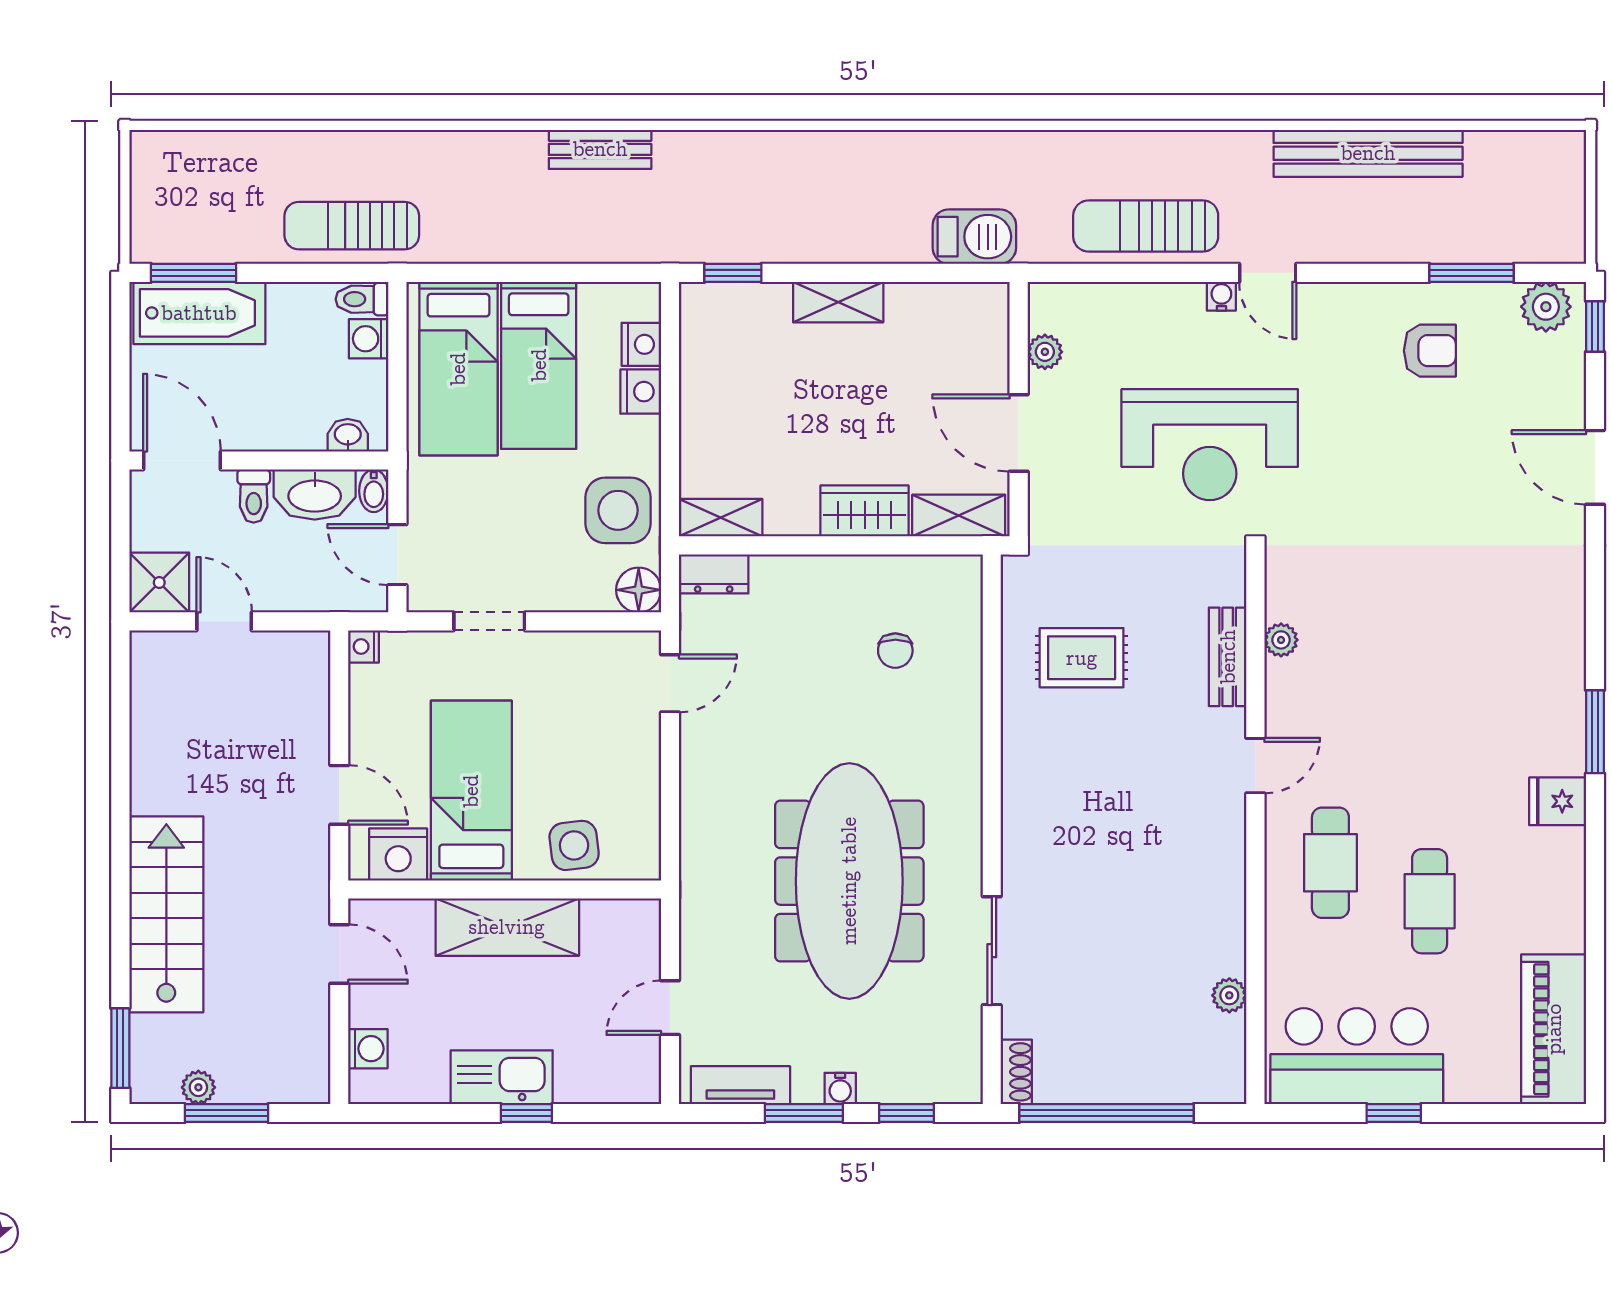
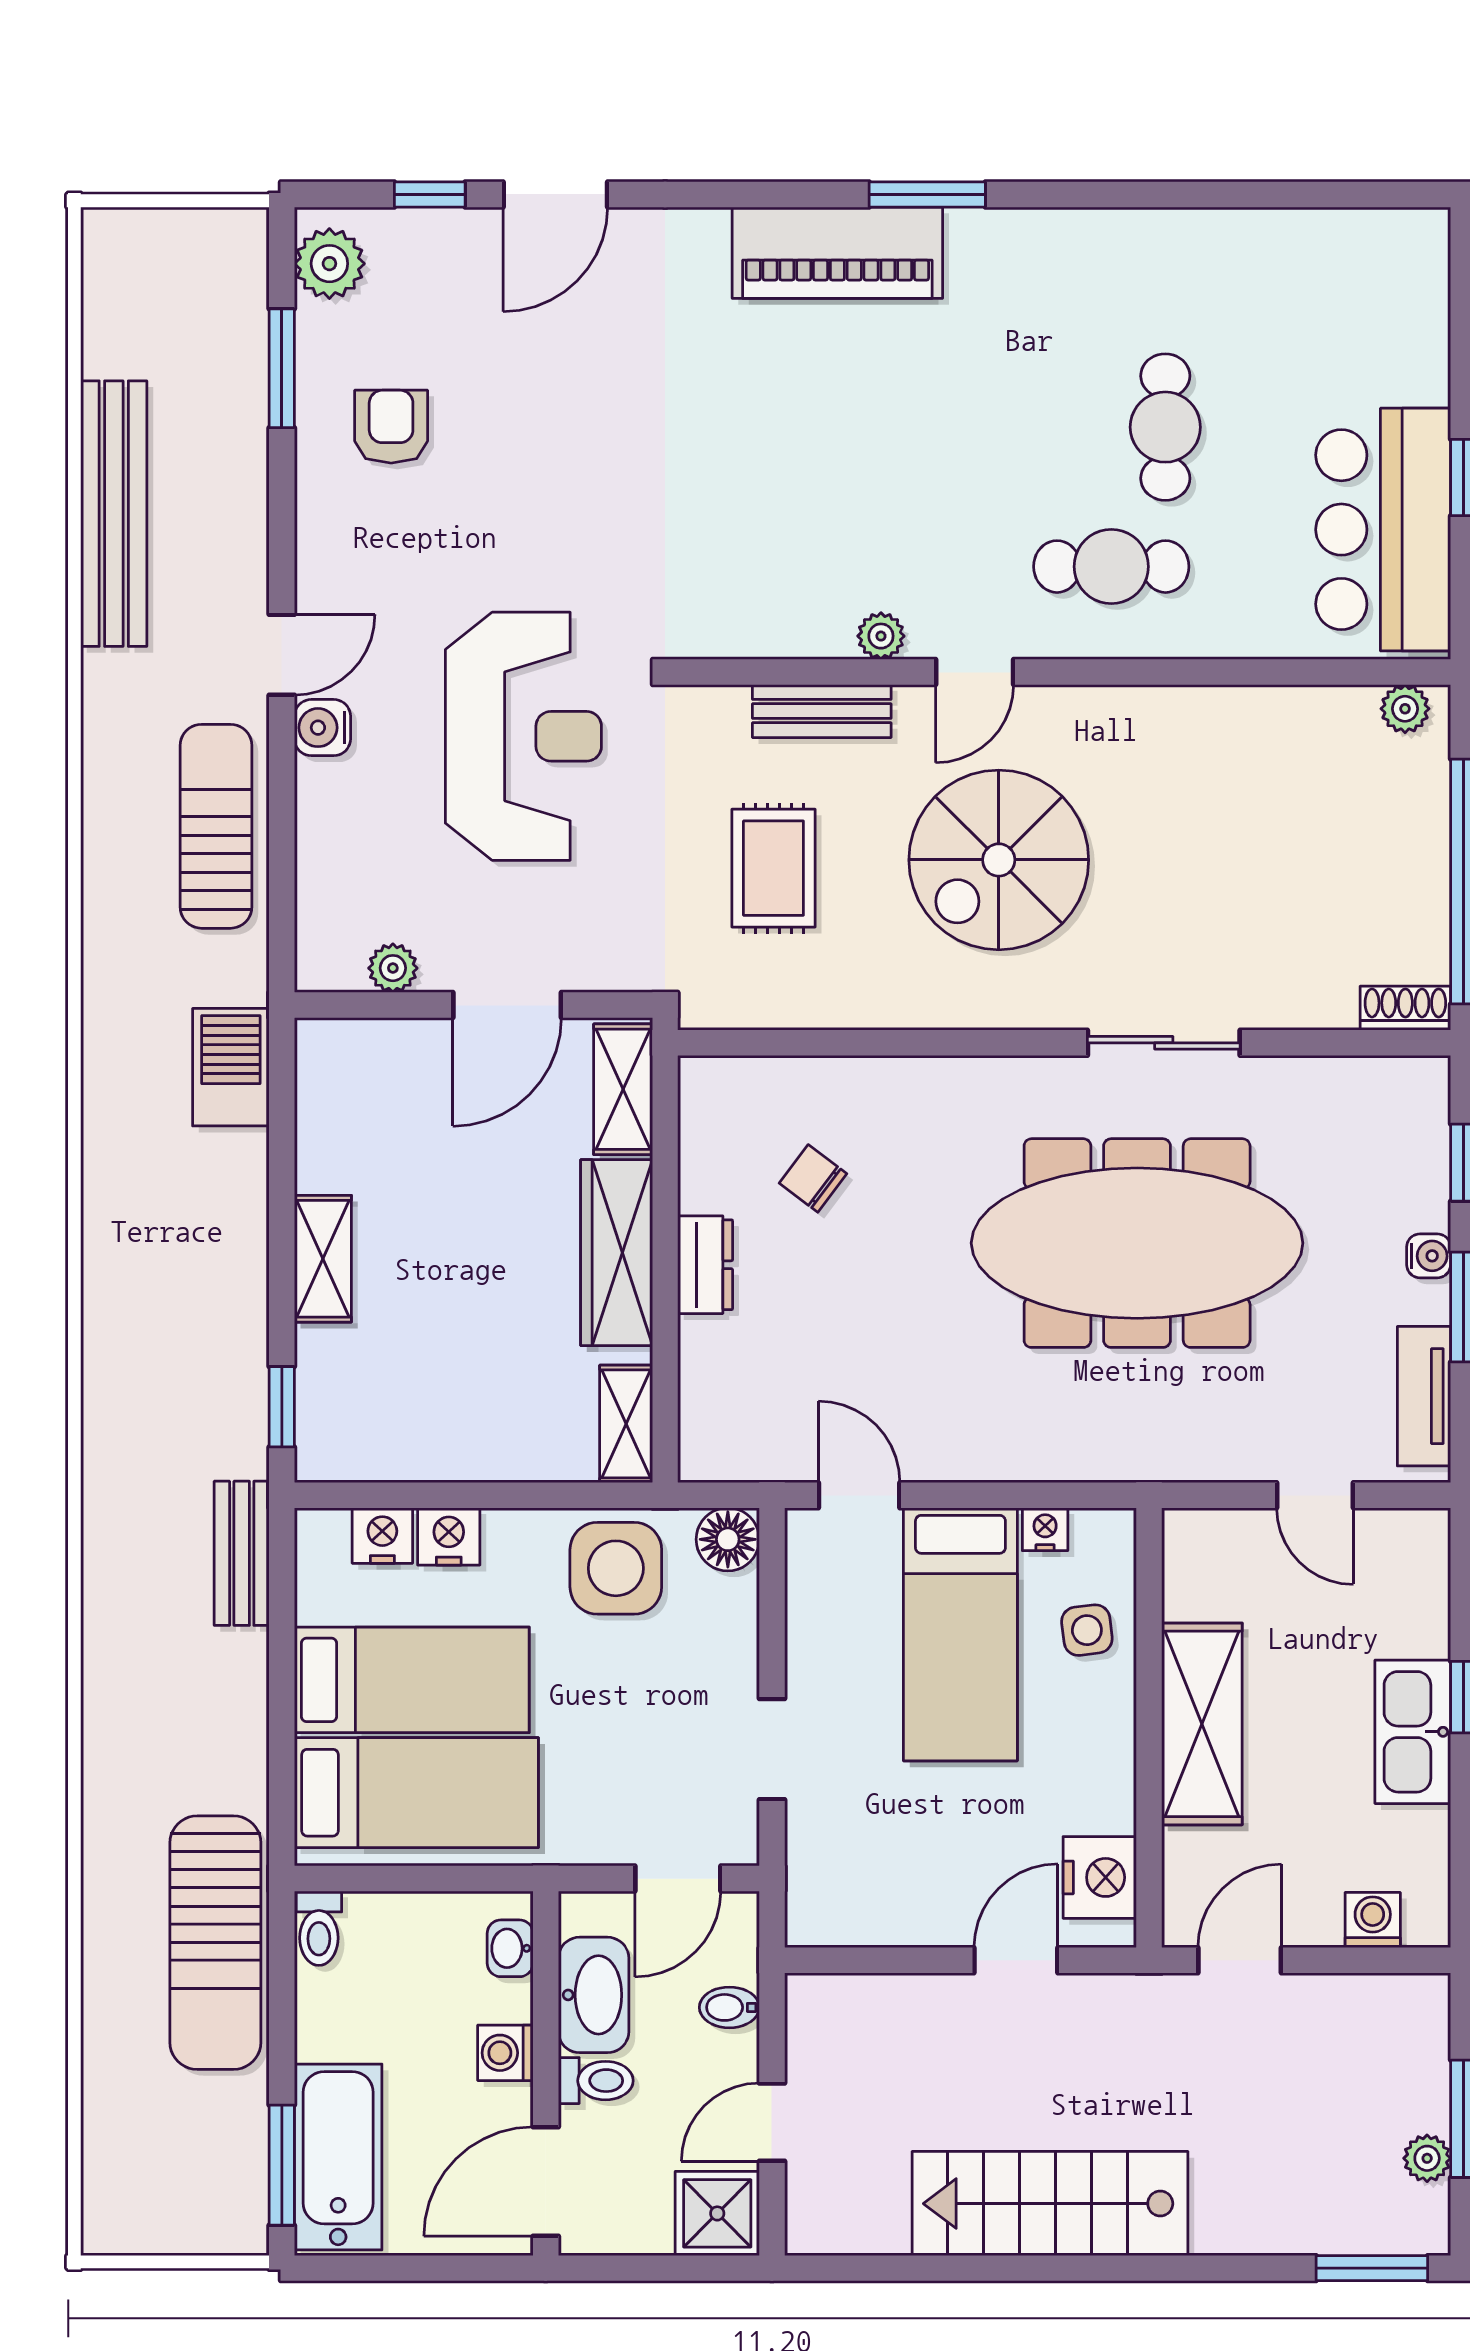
bench: (600, 149) -> (242, 1553), moved
sun lounger: (352, 226) -> (215, 1943), width x1.36, depth x1.34
sun lounger: (1146, 226) -> (216, 826), turned 180
water cooler: (1221, 296) -> (322, 728), width x1.38, depth x1.38
window: (1595, 327) -> (430, 194), moved
washing machine: (369, 339) -> (505, 2053), moved, turned 90
bidet: (374, 491) -> (729, 2007), moved, turned 180
wardrobe: (865, 511) -> (617, 1253), width x1.50
dresser: (714, 574) -> (705, 1265), moved
plant: (1281, 640) -> (881, 636), moved
nightstand: (364, 647) -> (1045, 1529), moved, turned 180
chair: (895, 651) -> (813, 1178), turned -143
rug: (1082, 658) -> (773, 868), moved
door: (1255, 766) -> (975, 672), swing flipped
spiral stairs: (1122, 783) -> (999, 860), added
bed: (471, 791) -> (960, 1634), moved, turned -90
fridge: (1558, 801) -> (1025, 247), removed
side table: (574, 845) -> (1087, 1630), width x0.73, depth x0.73
cafe table: (1430, 901) -> (1165, 427), turned 90
stairs: (166, 914) -> (1050, 2204), moved
sliding door: (992, 951) -> (1164, 1043), moved
plant: (1229, 995) -> (1405, 709), moved
piano: (1554, 1029) -> (837, 253), moved

